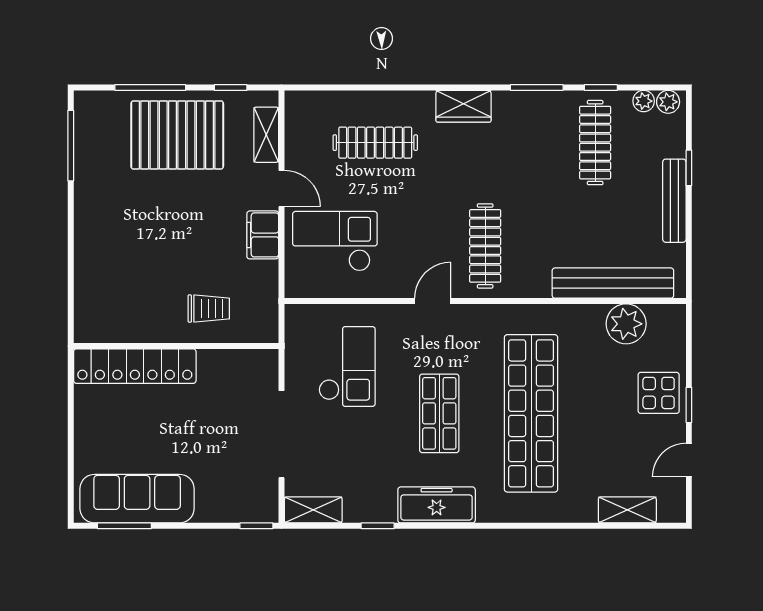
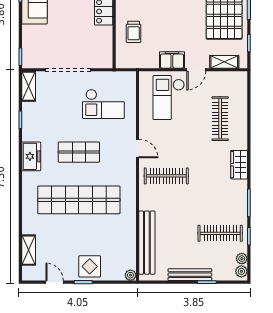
checkout: (335, 241) -> (169, 98), turned 180
plant: (626, 324) -> (130, 275), moved, width x0.53, depth x0.53
freezer: (437, 505) -> (31, 156), width x0.71

